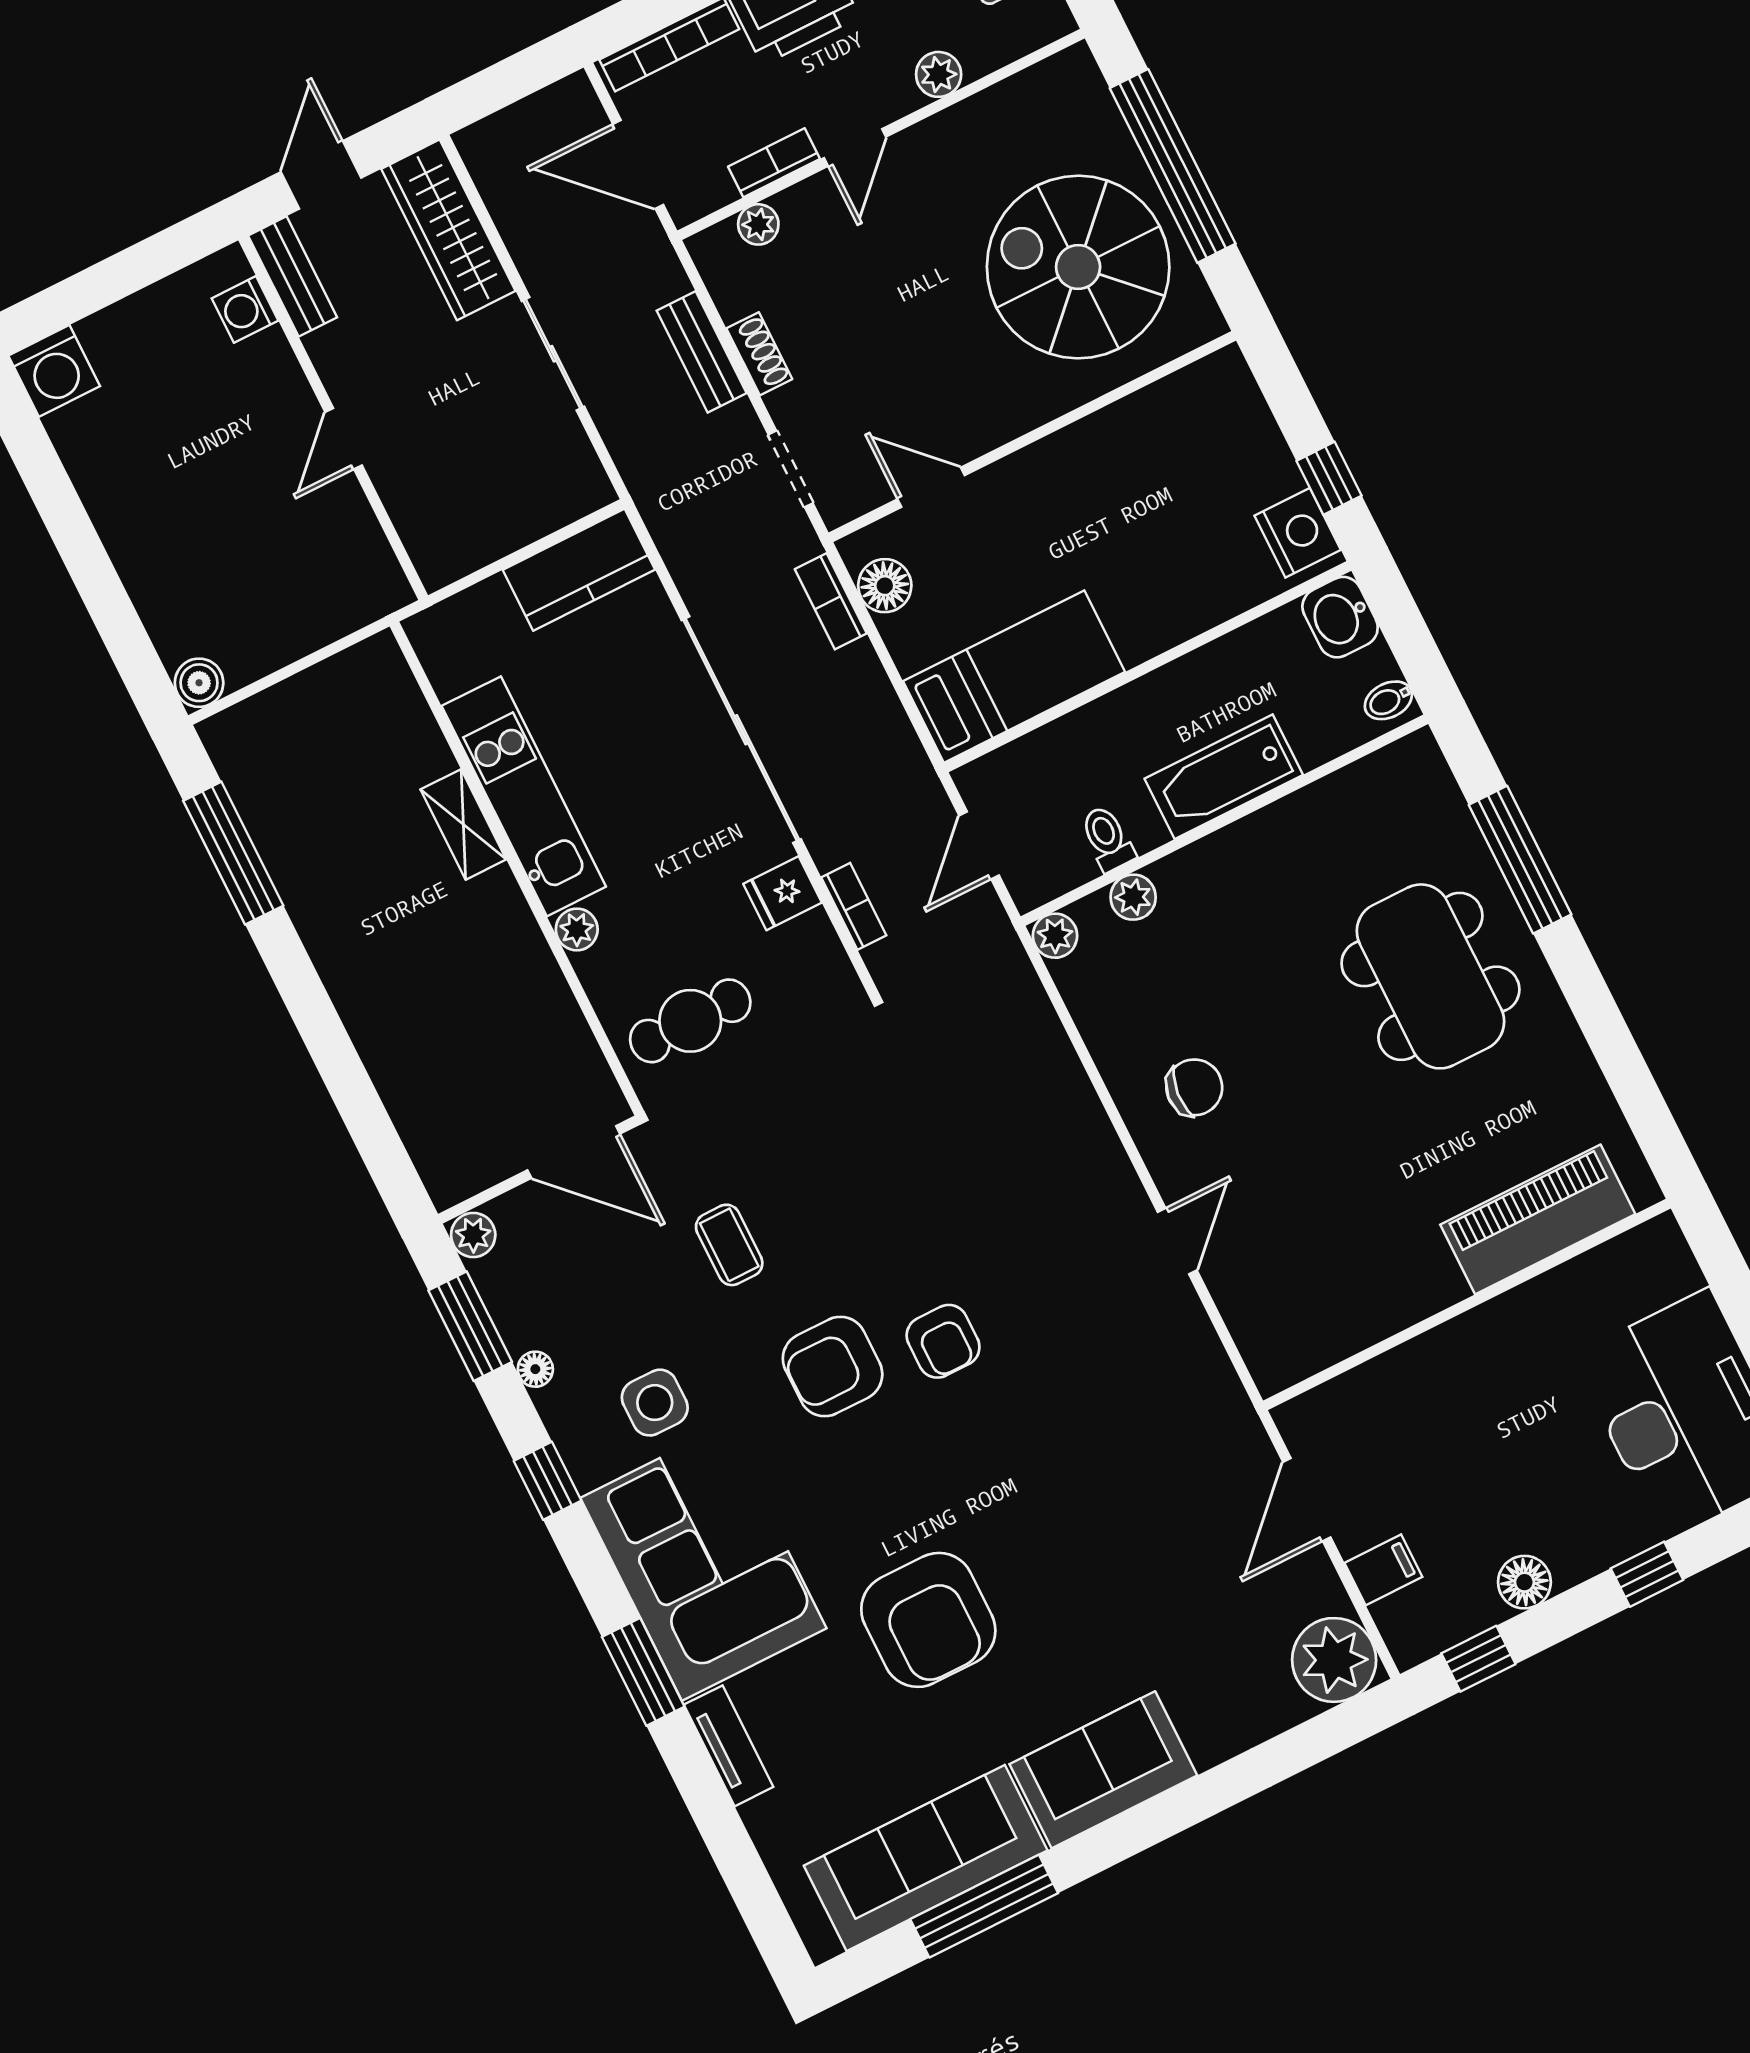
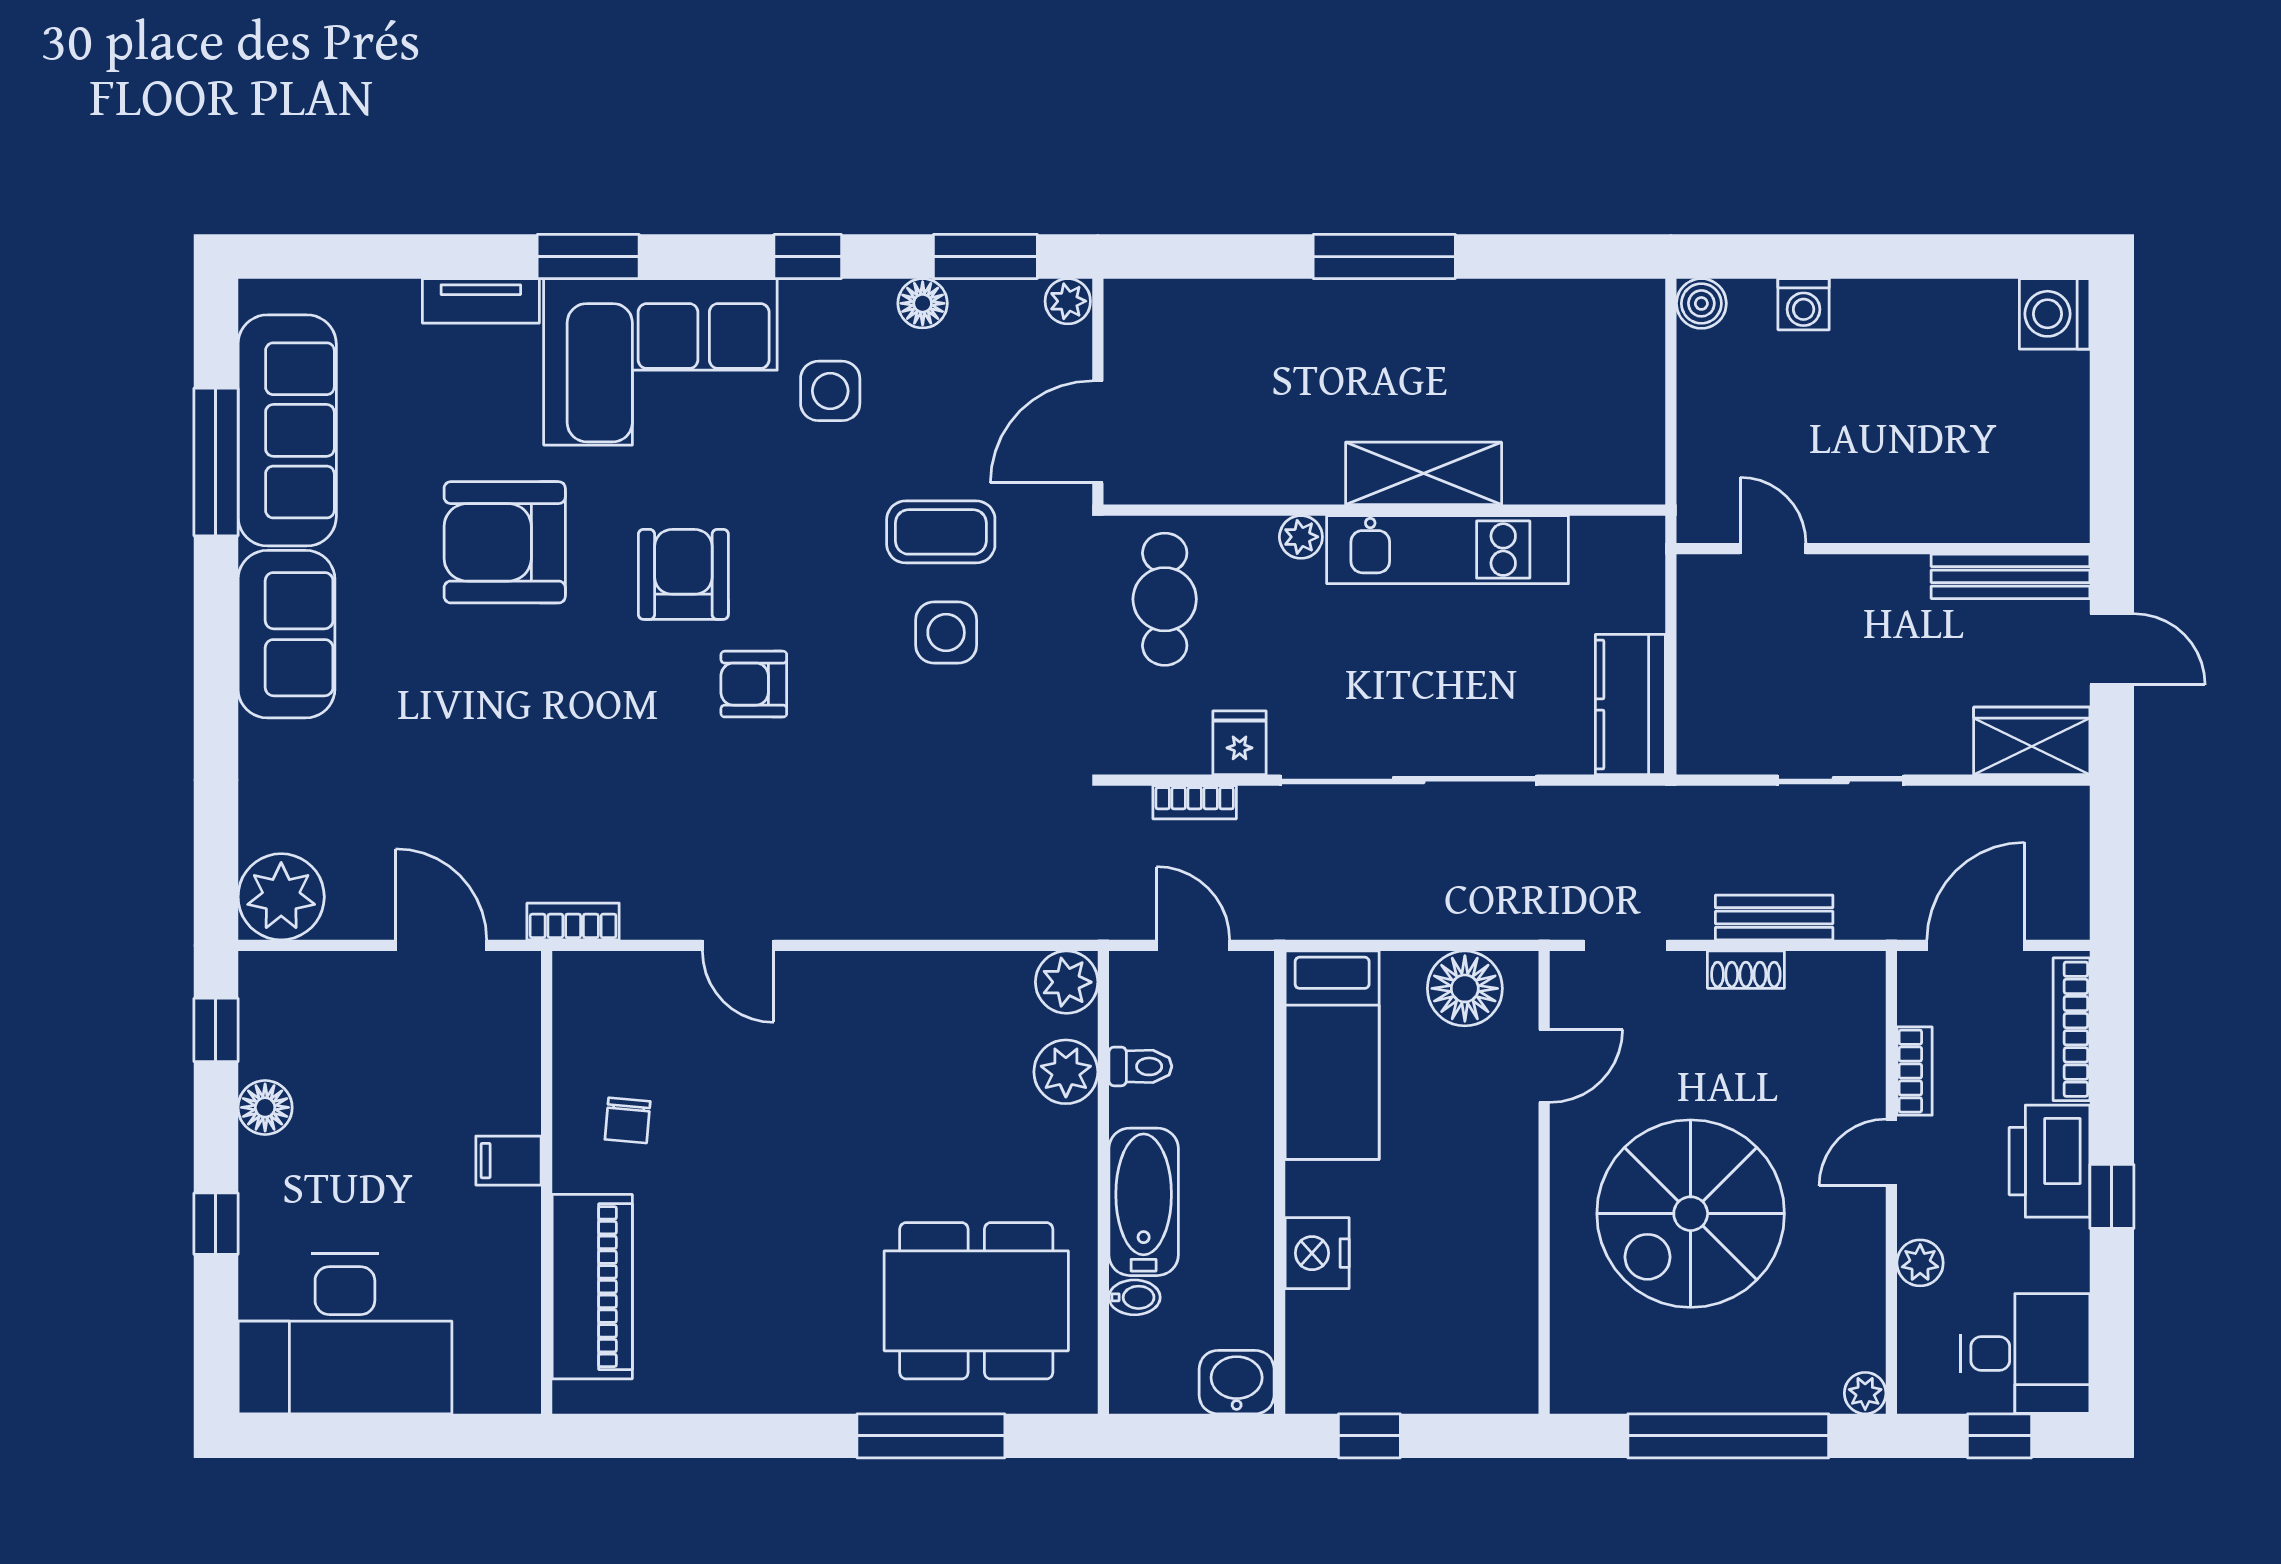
door: (855, 147) -> (1891, 1153), hinge flipped
plant: (758, 224) -> (1865, 1393), moved
wardrobe: (448, 230) -> (2032, 741), width x0.67
spiral stairs: (1078, 267) -> (1691, 1214), moved, turned 180
bench: (293, 276) -> (2011, 576), width x1.36
washing machine: (245, 309) -> (1804, 304), moved, turned 180
door: (344, 439) -> (1773, 549), moved
nightstand: (1298, 533) -> (1317, 1253), moved, turned 90
floor lamp: (885, 586) -> (1465, 988), width x1.38, depth x1.38
bookcase: (831, 601) -> (573, 921), moved
bidet: (1388, 700) -> (1134, 1297), moved, turned 90
shelving: (463, 824) -> (1424, 473), width x1.50, depth x1.33
window: (233, 853) -> (1384, 257), moved
plant: (1133, 897) -> (1066, 1072), width x1.38, depth x1.38
plant: (1055, 936) -> (1067, 982), width x1.38, depth x1.38
dining table: (1430, 976) -> (976, 1301), moved
chair: (1194, 1087) -> (628, 1120), moved, width x0.73, depth x0.73
side table: (814, 1197) -> (946, 633), added
coffee table: (729, 1245) -> (941, 532), width x1.36, depth x1.30
armchair: (833, 1367) -> (683, 574), moved
floor lamp: (535, 1369) -> (923, 303), width x1.37, depth x1.37
filing cabinet: (1383, 1570) -> (509, 1161), moved, turned 90

